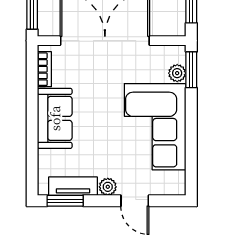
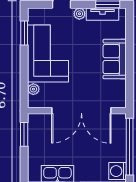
bookcase: (44, 69) -> (122, 92), removed
window: (191, 70) -> (24, 33), moved

